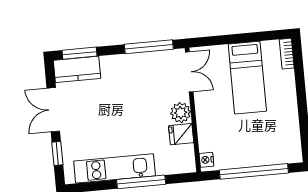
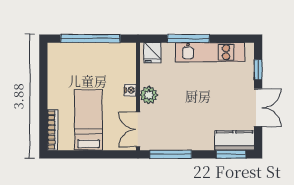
bookcase: (287, 54) -> (53, 130), width x1.56
fridge: (181, 134) -> (152, 53), moved, turned 90
nightstand: (206, 160) -> (130, 90), moved

